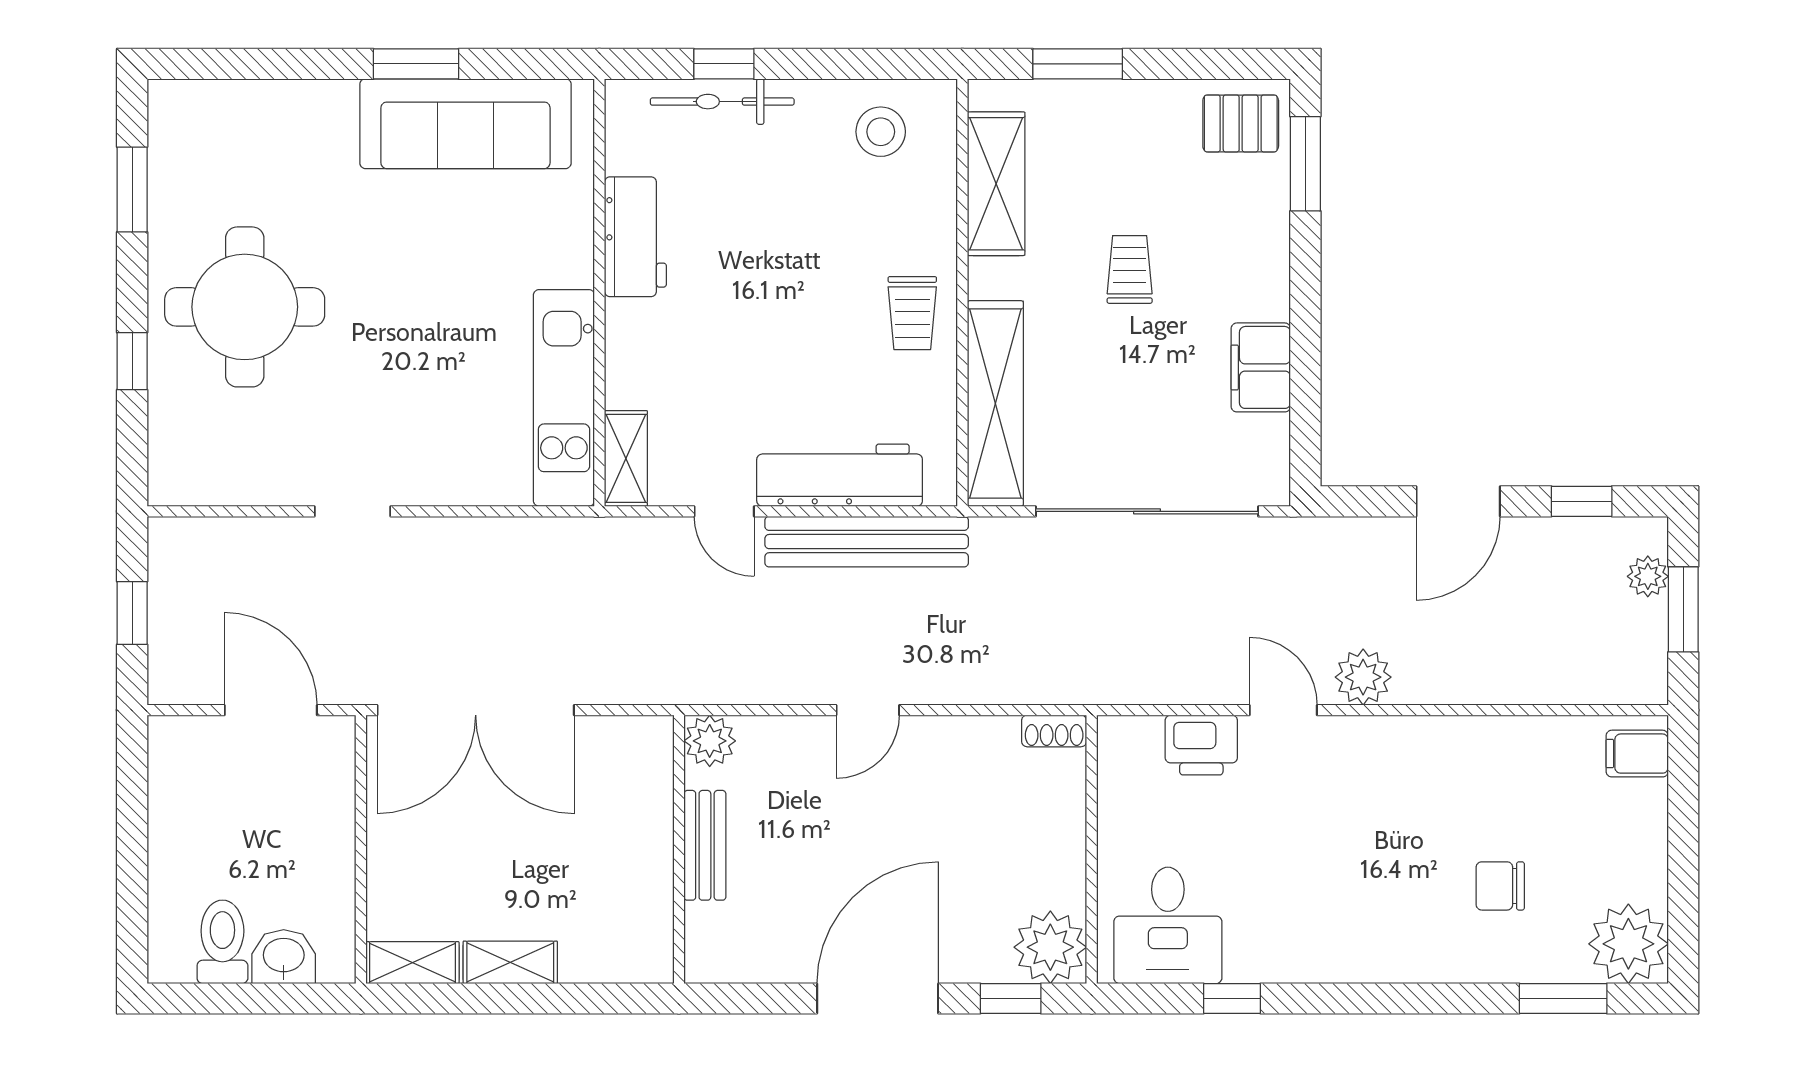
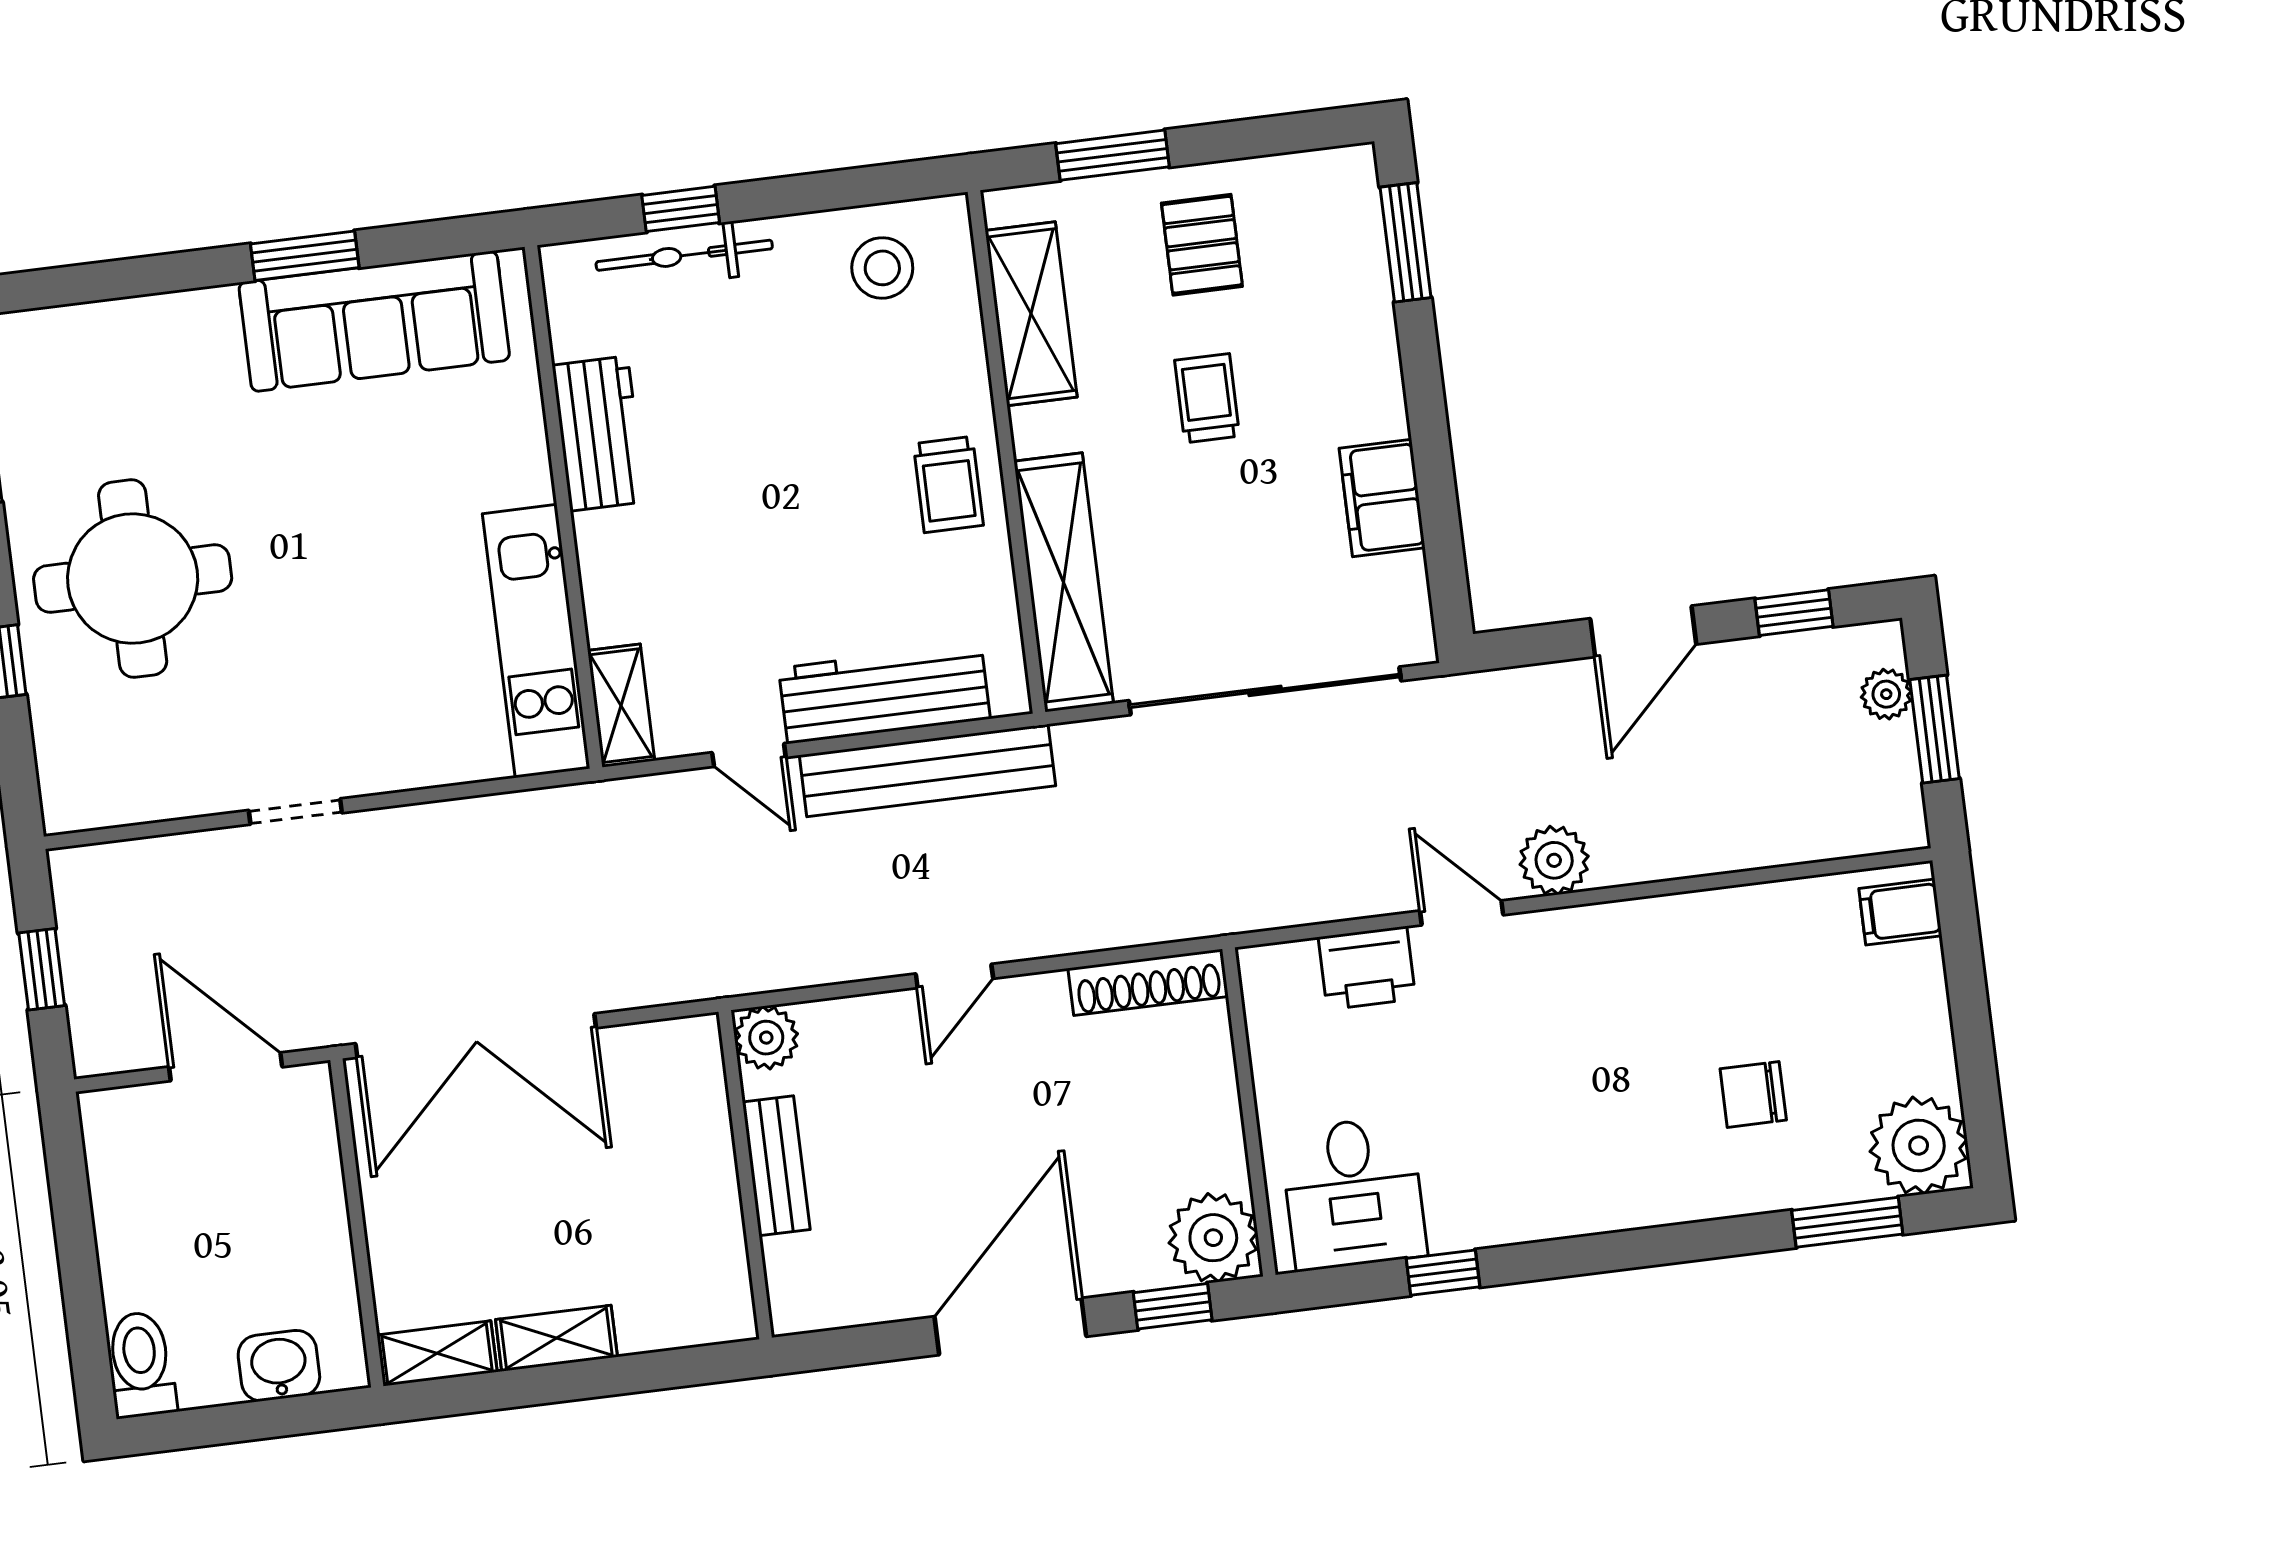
pallet: (1241, 123) -> (1202, 245), moved, turned 90
shoe rack: (1054, 731) -> (1148, 982), width x1.94, depth x1.24
toilet: (222, 942) -> (141, 1365), moved

